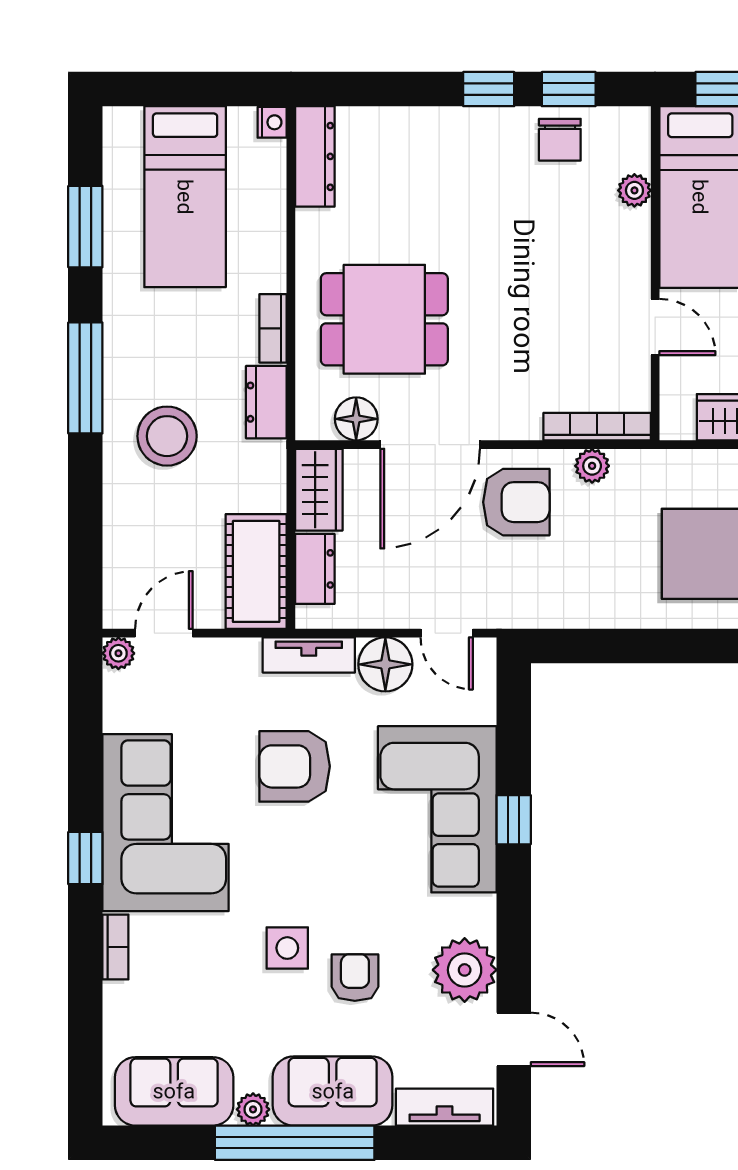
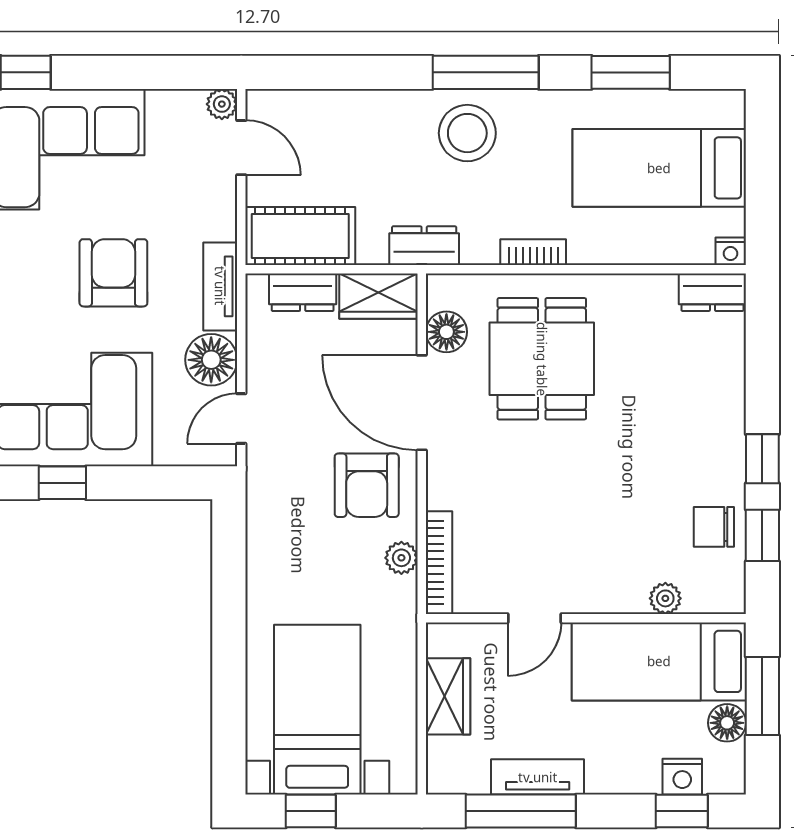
dresser: (315, 156) -> (712, 292), width x0.70
dresser: (266, 402) -> (424, 246), moved
stool: (167, 436) -> (467, 133), moved

